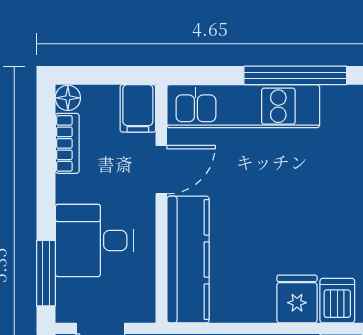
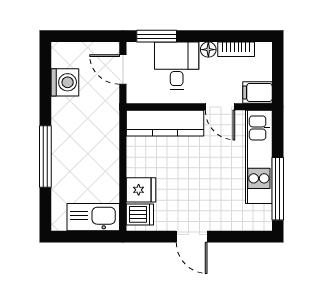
floor lamp: (68, 98) -> (208, 50), moved

